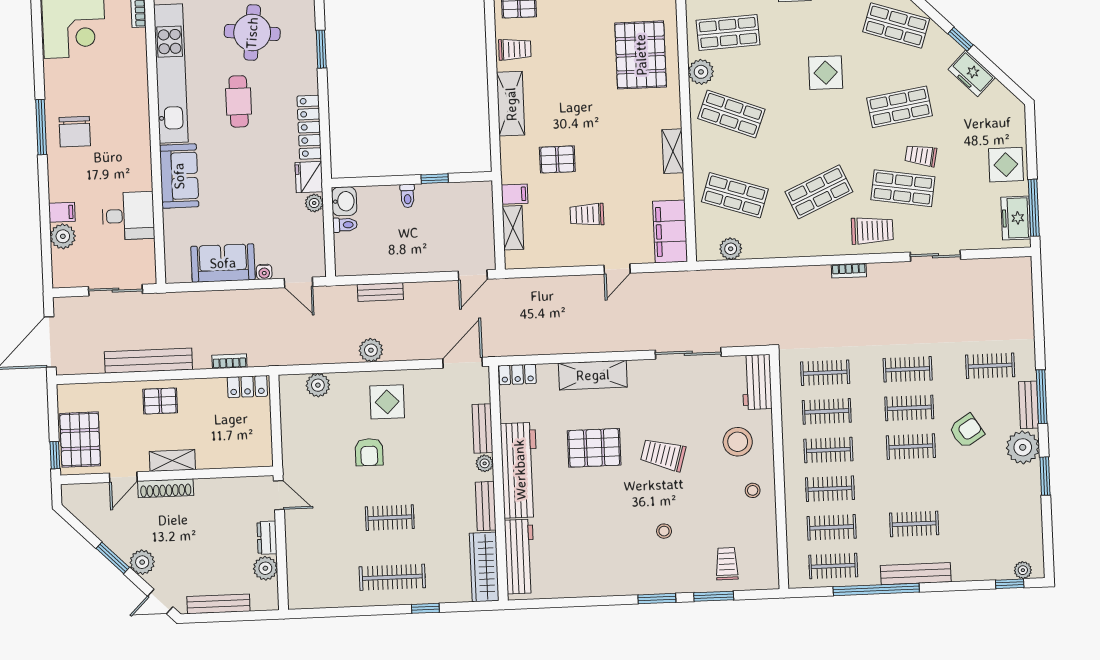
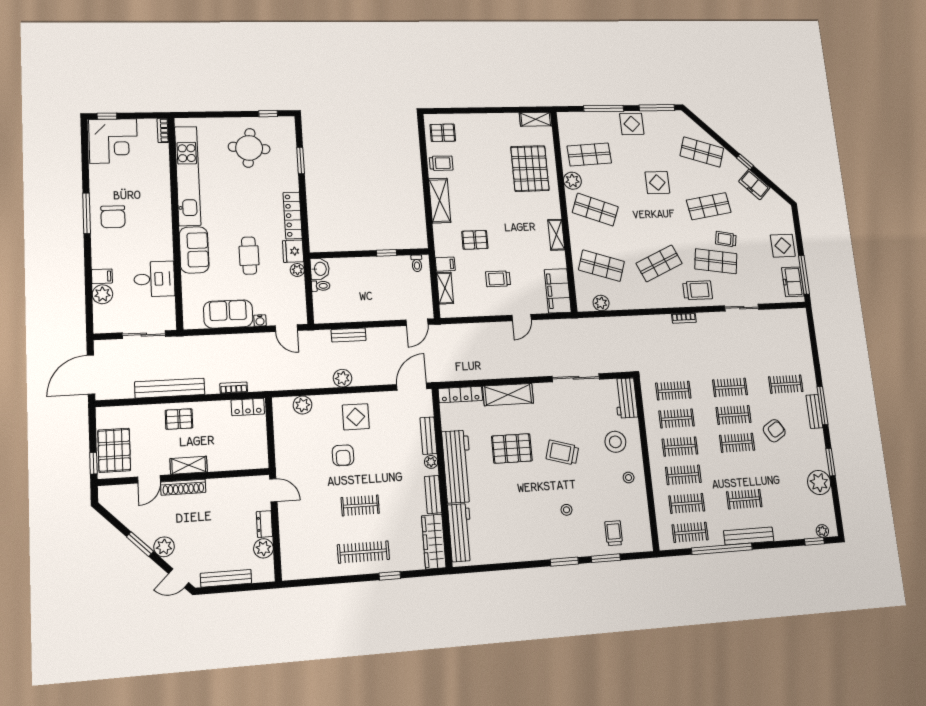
cafe table: (239, 101) -> (249, 256), moved
toilet: (407, 196) -> (417, 263), moved
locker: (518, 375) -> (460, 394), width x1.53
plant: (1023, 447) -> (819, 482), moved

